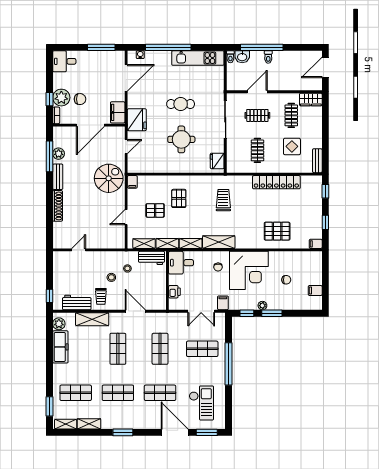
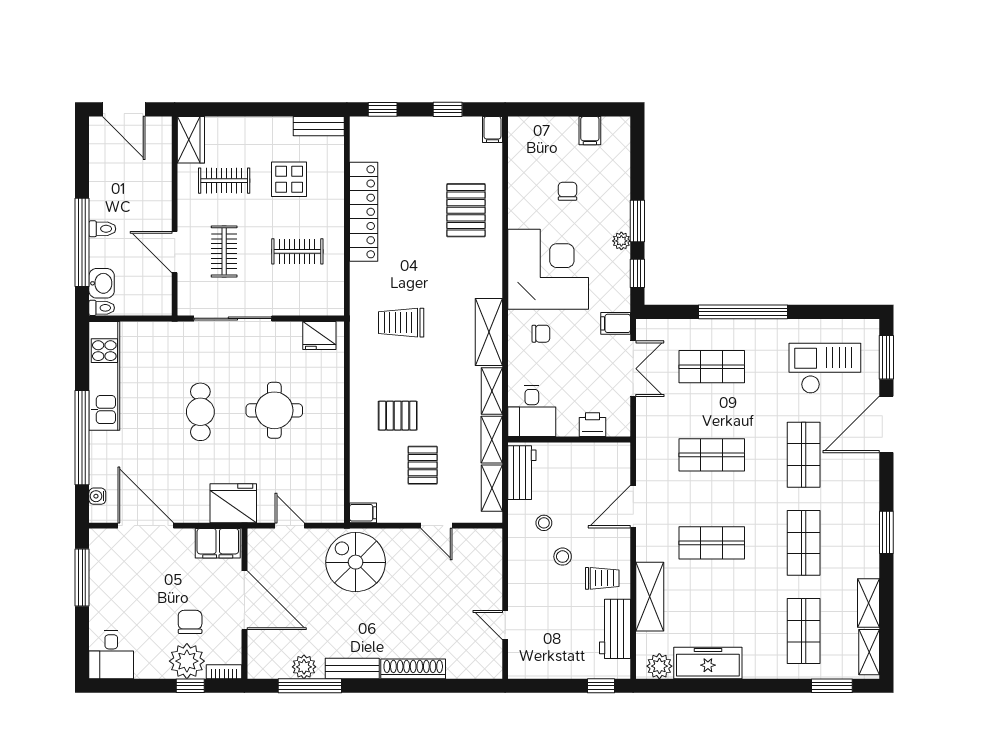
shop shelf: (202, 349) -> (712, 367), turned 90

